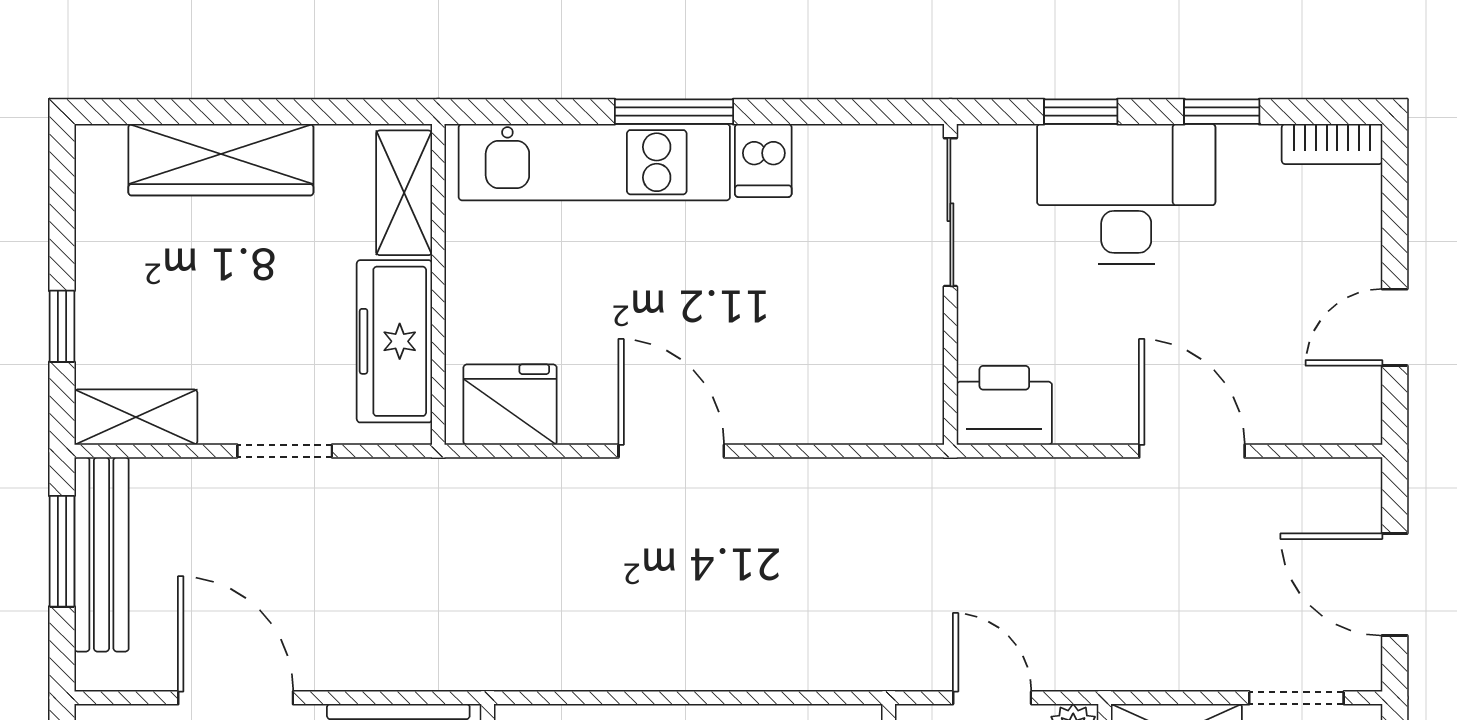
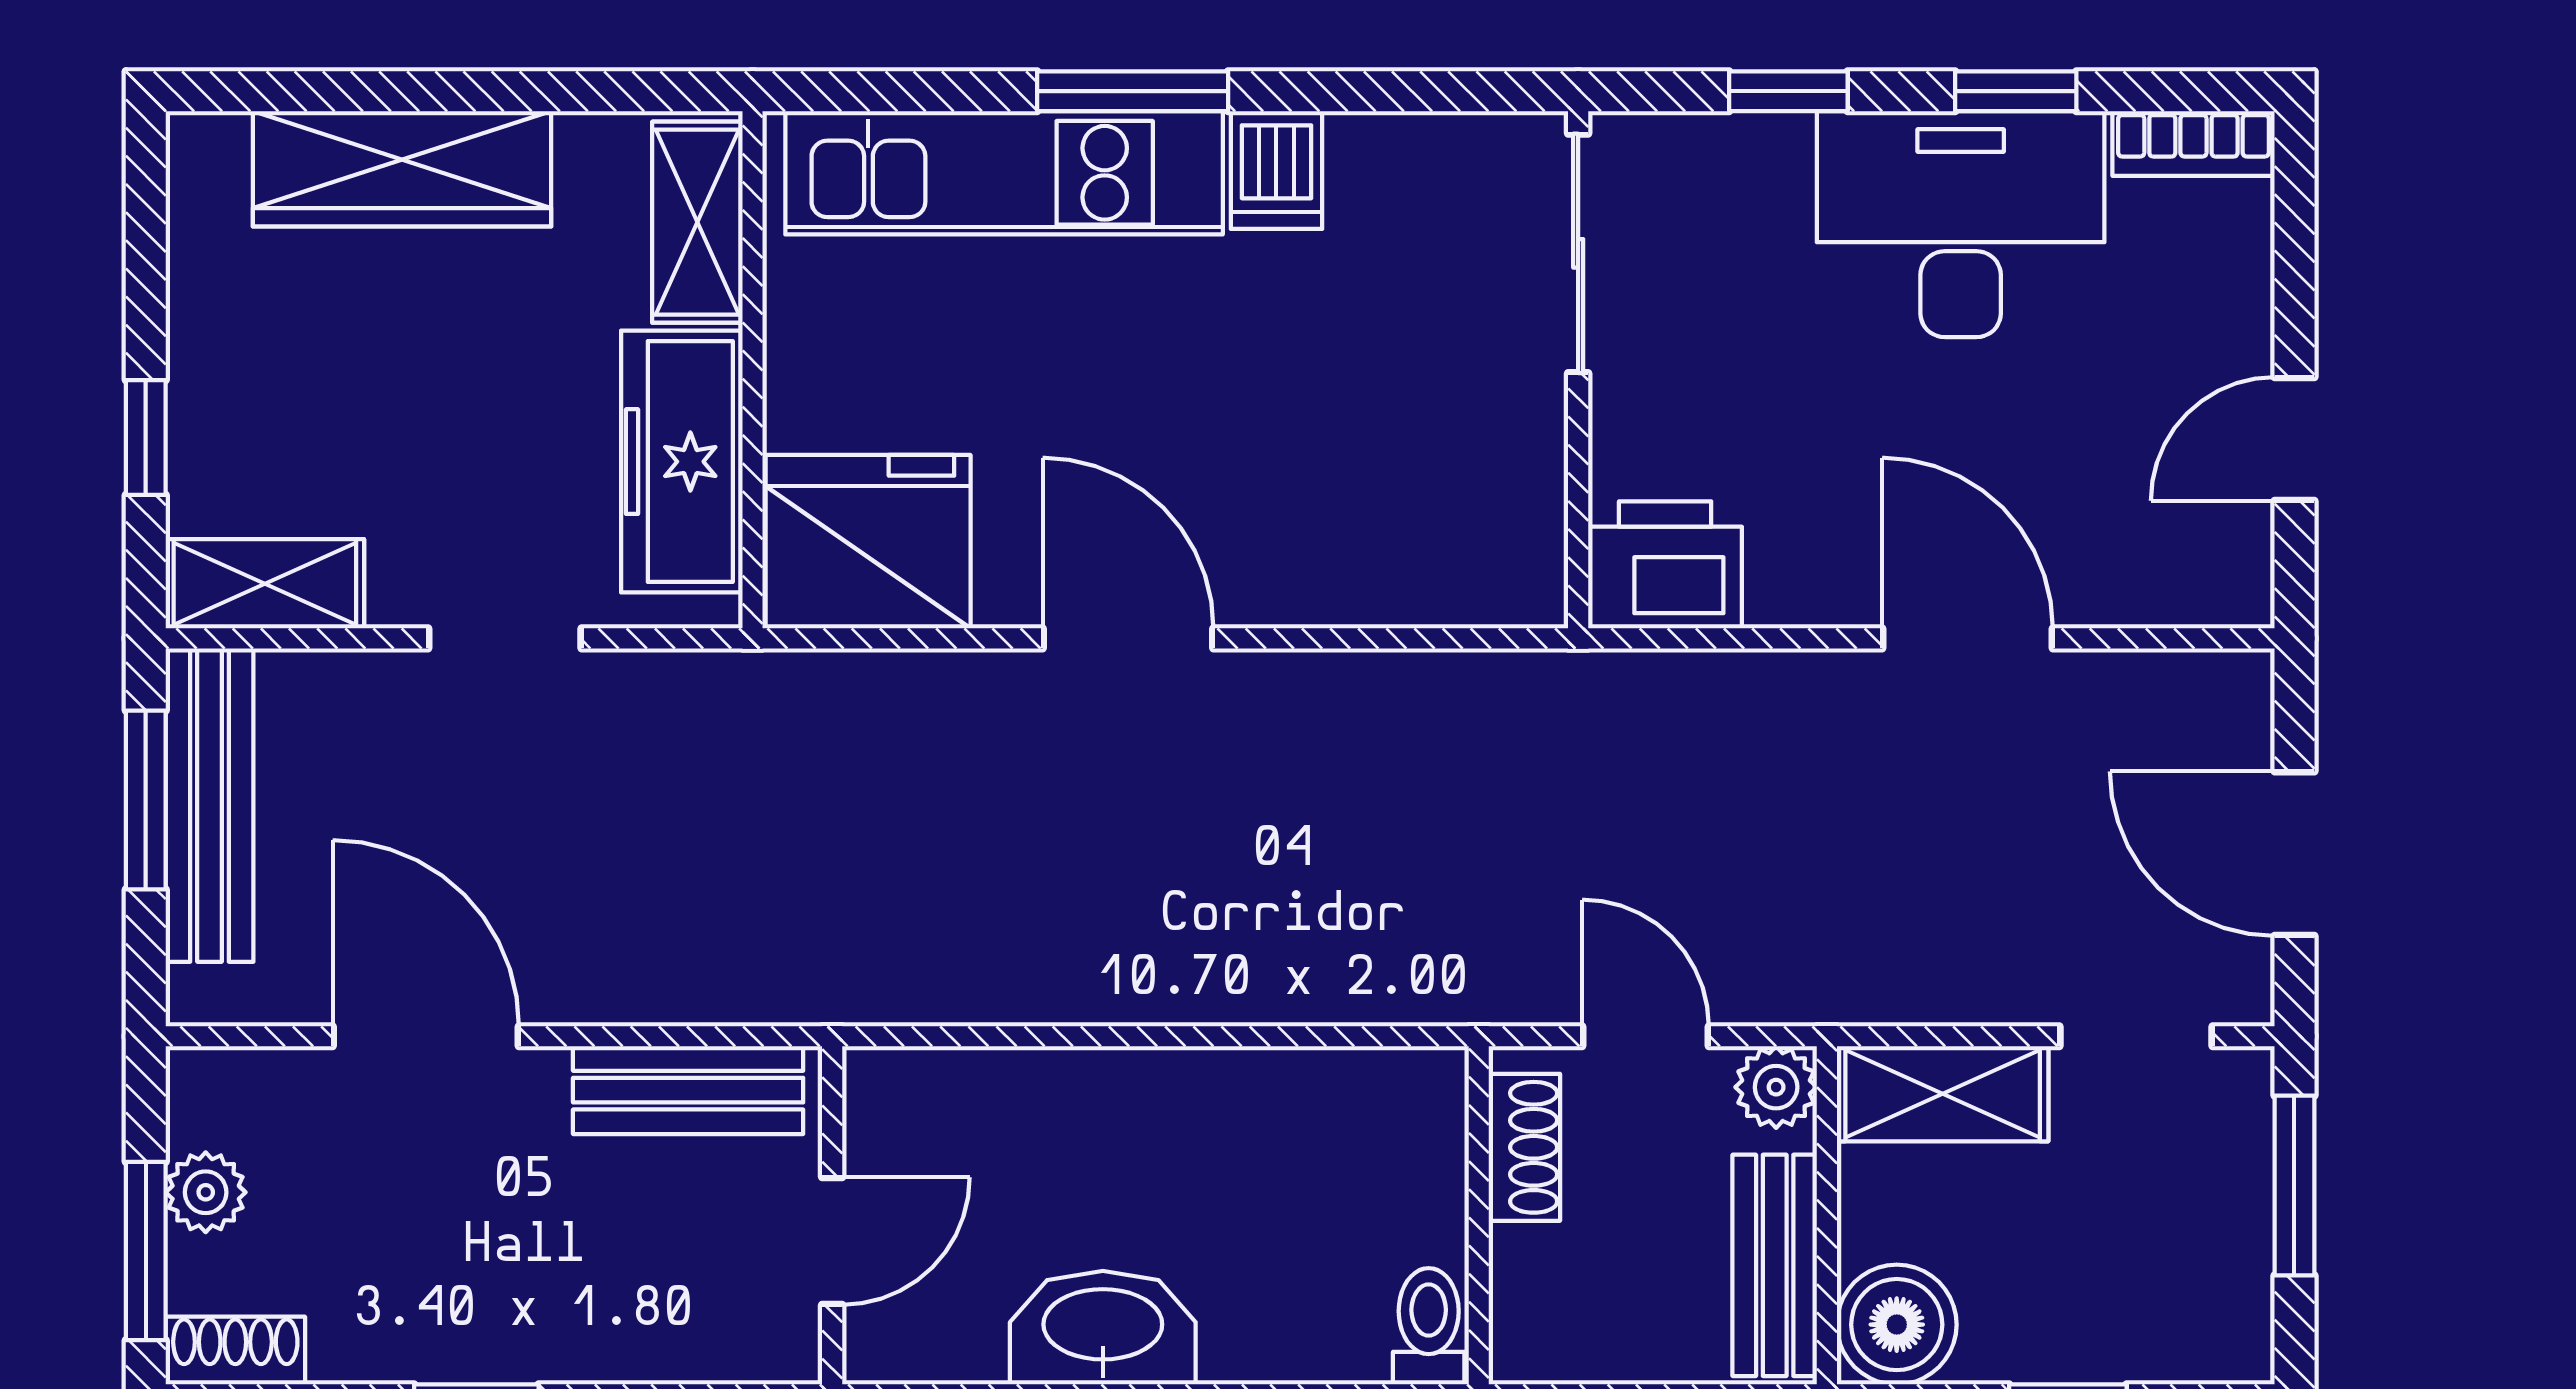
desk: (1126, 194) -> (1961, 224), moved
fridge: (510, 405) -> (868, 542), width x1.36, depth x1.34

